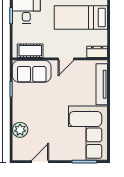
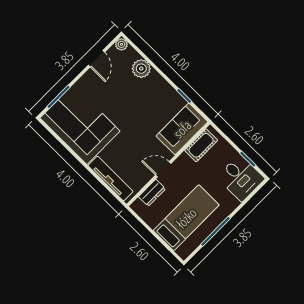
dresser: (97, 52) -> (152, 193), moved
door: (66, 59) -> (163, 169), hinge flipped
plant: (17, 155) -> (121, 44), added

